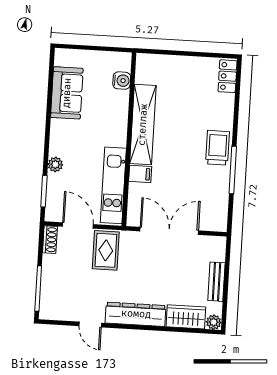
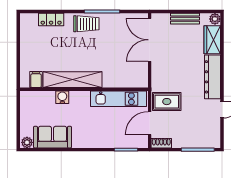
locker: (228, 76) -> (51, 19), moved
water cooler: (122, 81) -> (62, 97), moved
trolley: (218, 148) -> (86, 24), turned 180
plant: (55, 164) -> (27, 142), moved
filing cabinet: (140, 174) -> (36, 80), moved
double door: (169, 231) -> (150, 40), moved

